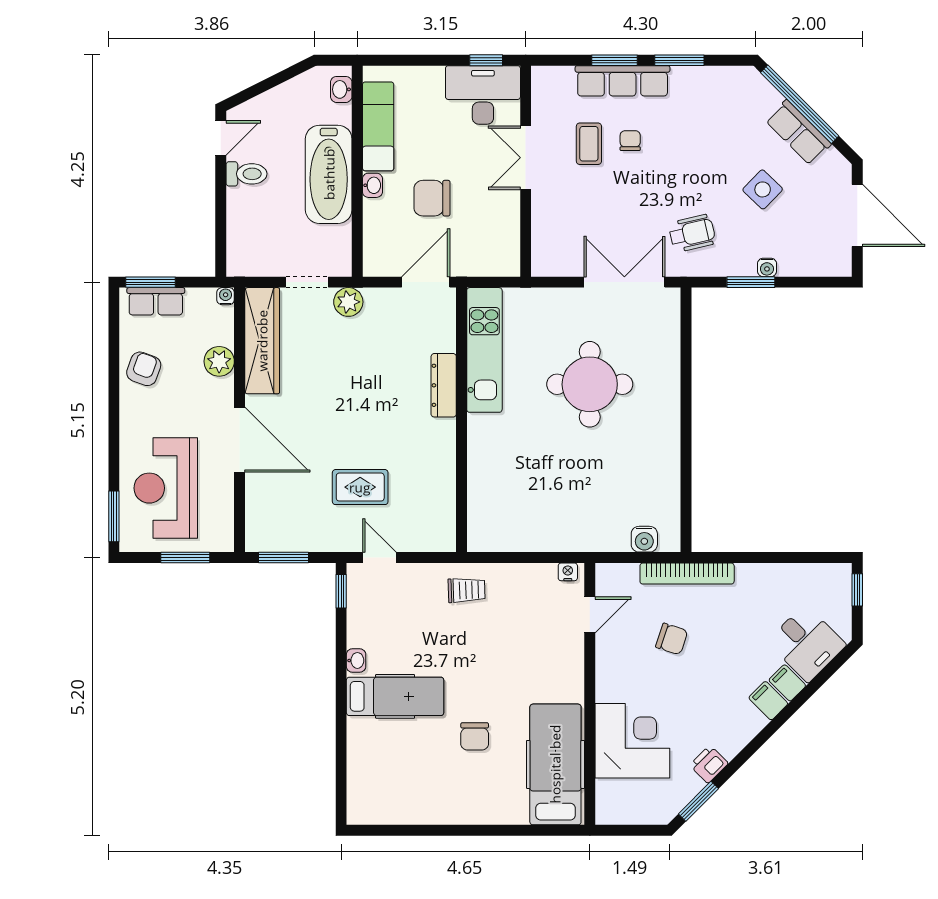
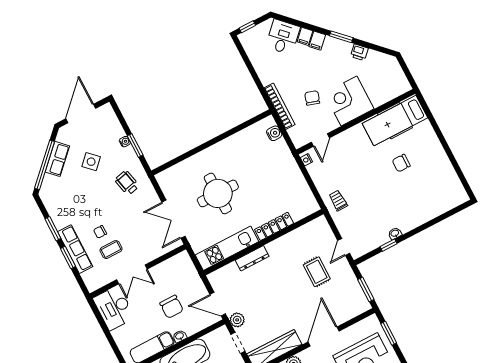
window: (486, 60) -> (98, 315), removed
door: (426, 282) -> (218, 304), moved
double door: (624, 282) -> (174, 219), moved
locker: (480, 453) -> (274, 226), added
window: (341, 591) -> (389, 245), moved
door: (590, 615) -> (320, 140), swing flipped
hospital bed: (395, 696) -> (402, 208), removed
chair: (475, 736) -> (401, 163), turned 180
corner desk: (632, 741) -> (349, 101), moved
window: (698, 801) -> (341, 37), moved

